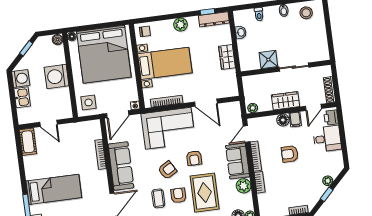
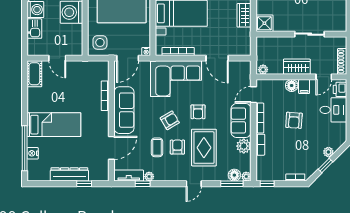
shower: (268, 60) -> (264, 23), moved
armchair: (290, 154) -> (294, 120), turned -86

